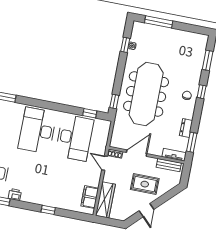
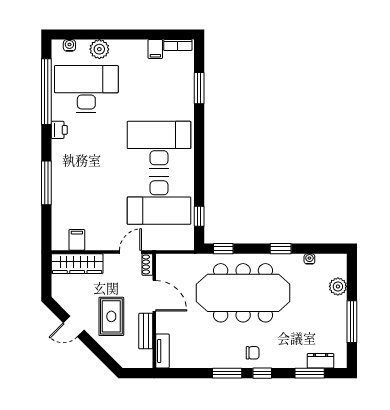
window: (159, 22) -> (352, 322), moved
plant: (154, 30) -> (338, 286), added
window: (125, 45) -> (281, 249), moved
dresser: (186, 128) -> (321, 361), moved
window: (192, 142) -> (227, 373), moved
bench: (169, 165) -> (146, 331), moved
filing cabinet: (90, 197) -> (77, 240), width x0.50
window: (48, 210) -> (46, 183), width x2.17

